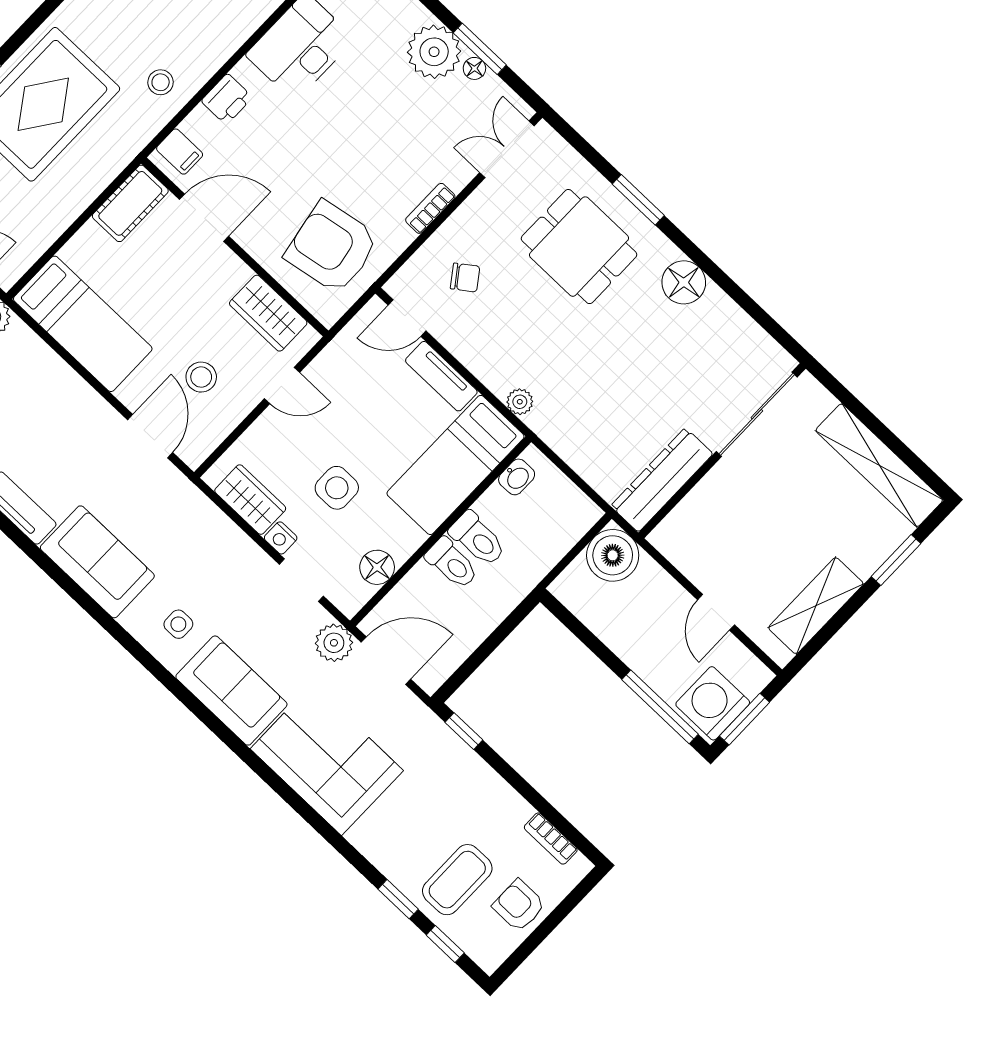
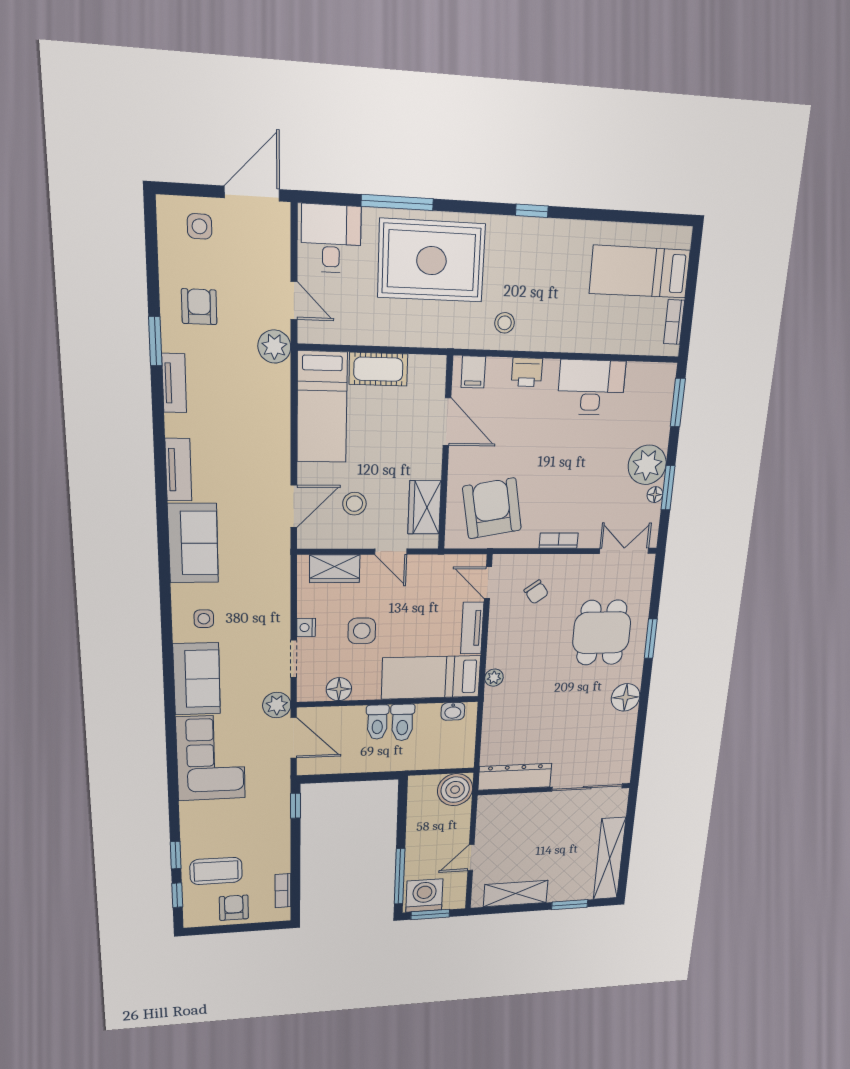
cot: (130, 203) -> (378, 369), moved
wardrobe: (250, 500) -> (335, 569), moved, turned 90

